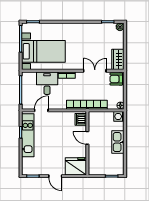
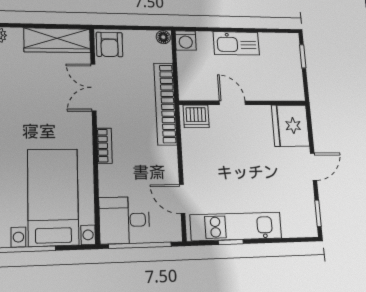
wardrobe: (118, 59) -> (57, 40), width x1.50
desk: (47, 83) -> (124, 220), moved
door: (87, 138) -> (232, 103), swing flipped

